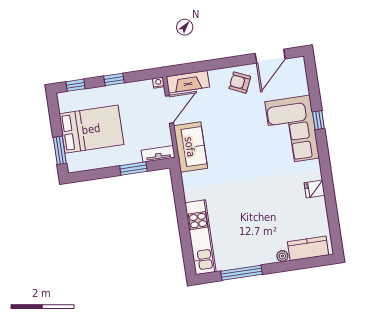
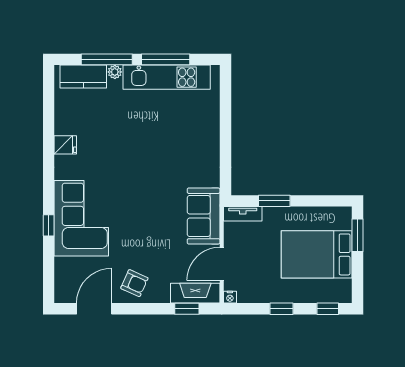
window: (193, 68) -> (187, 309), added
kitchen unit: (201, 237) -> (167, 77), moved, turned -90
window: (291, 265) -> (107, 59), added

